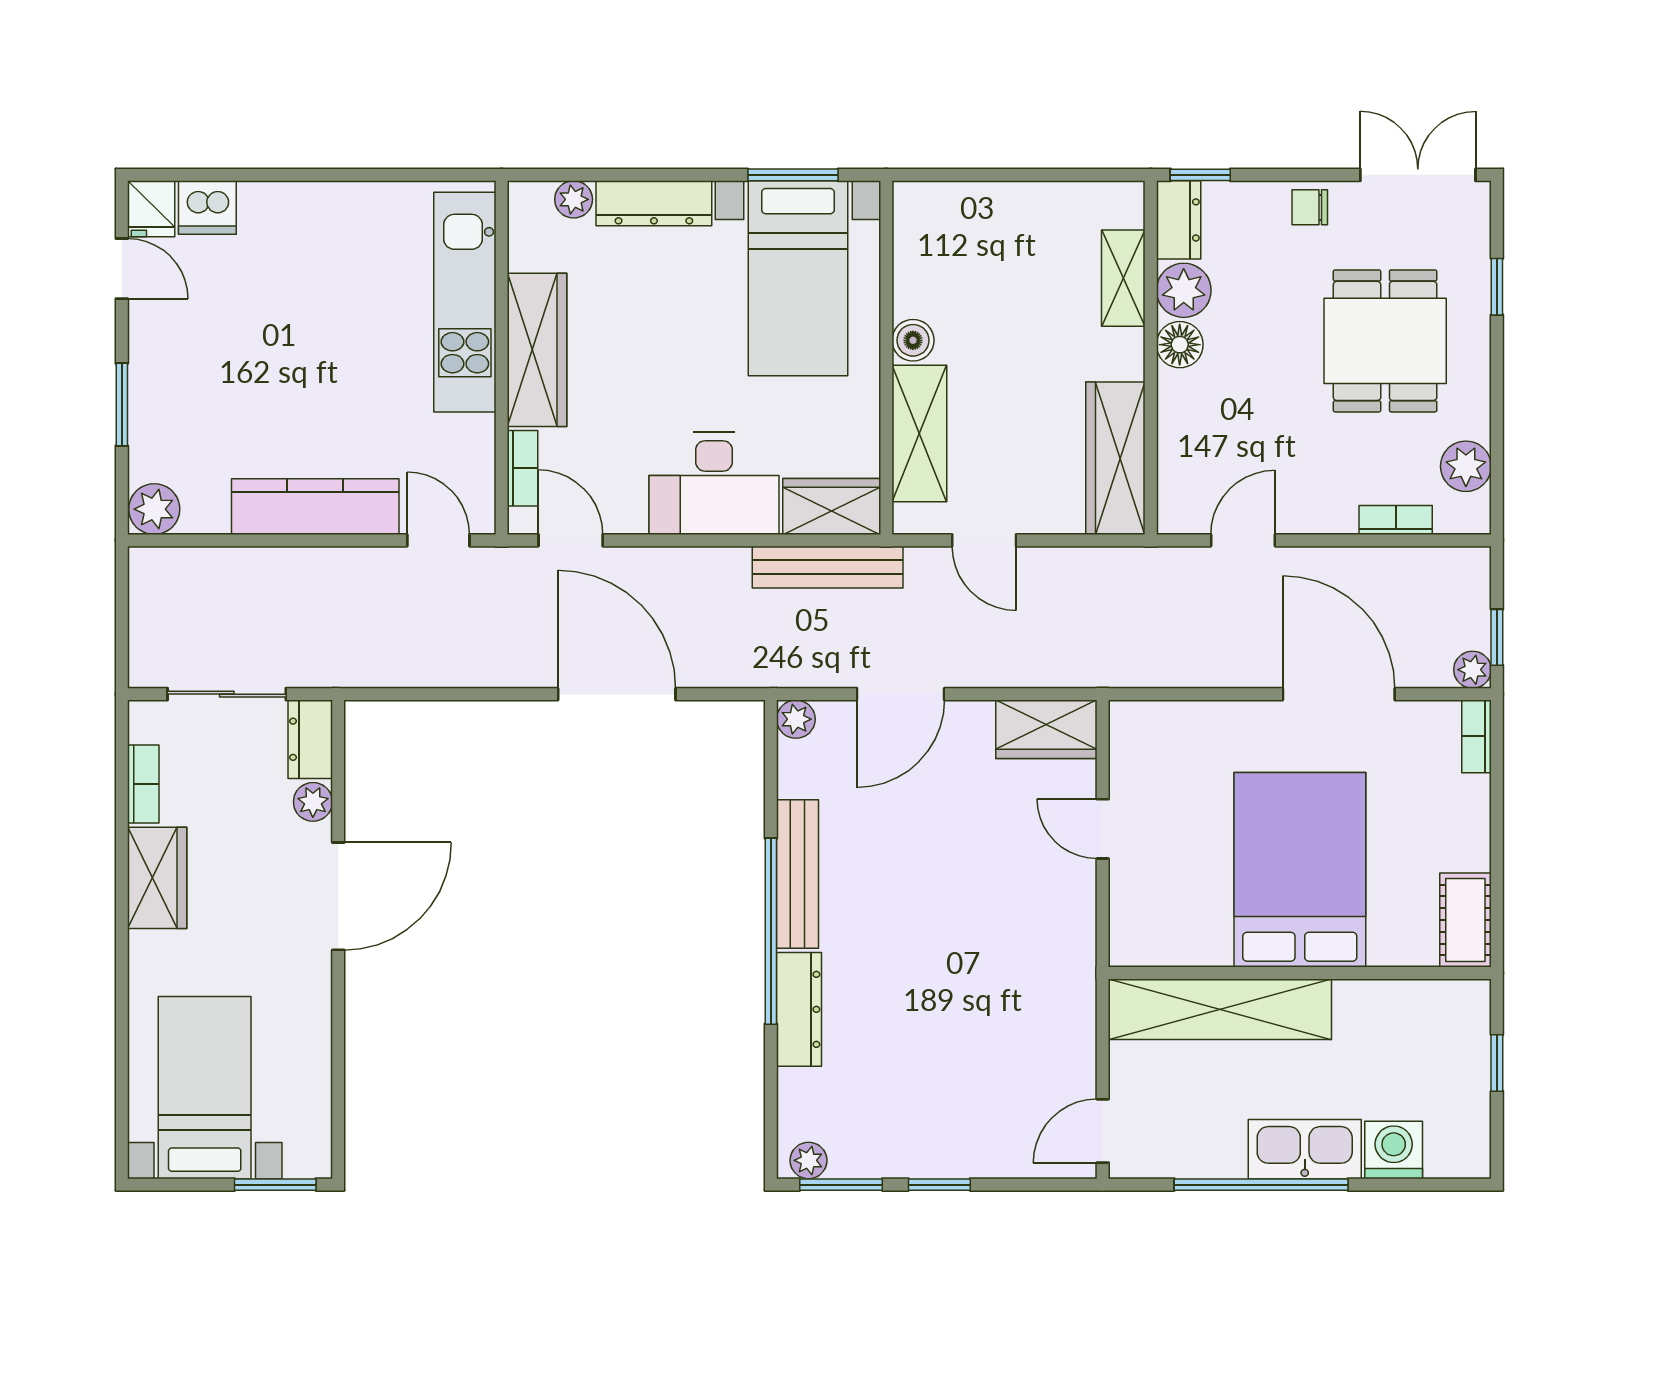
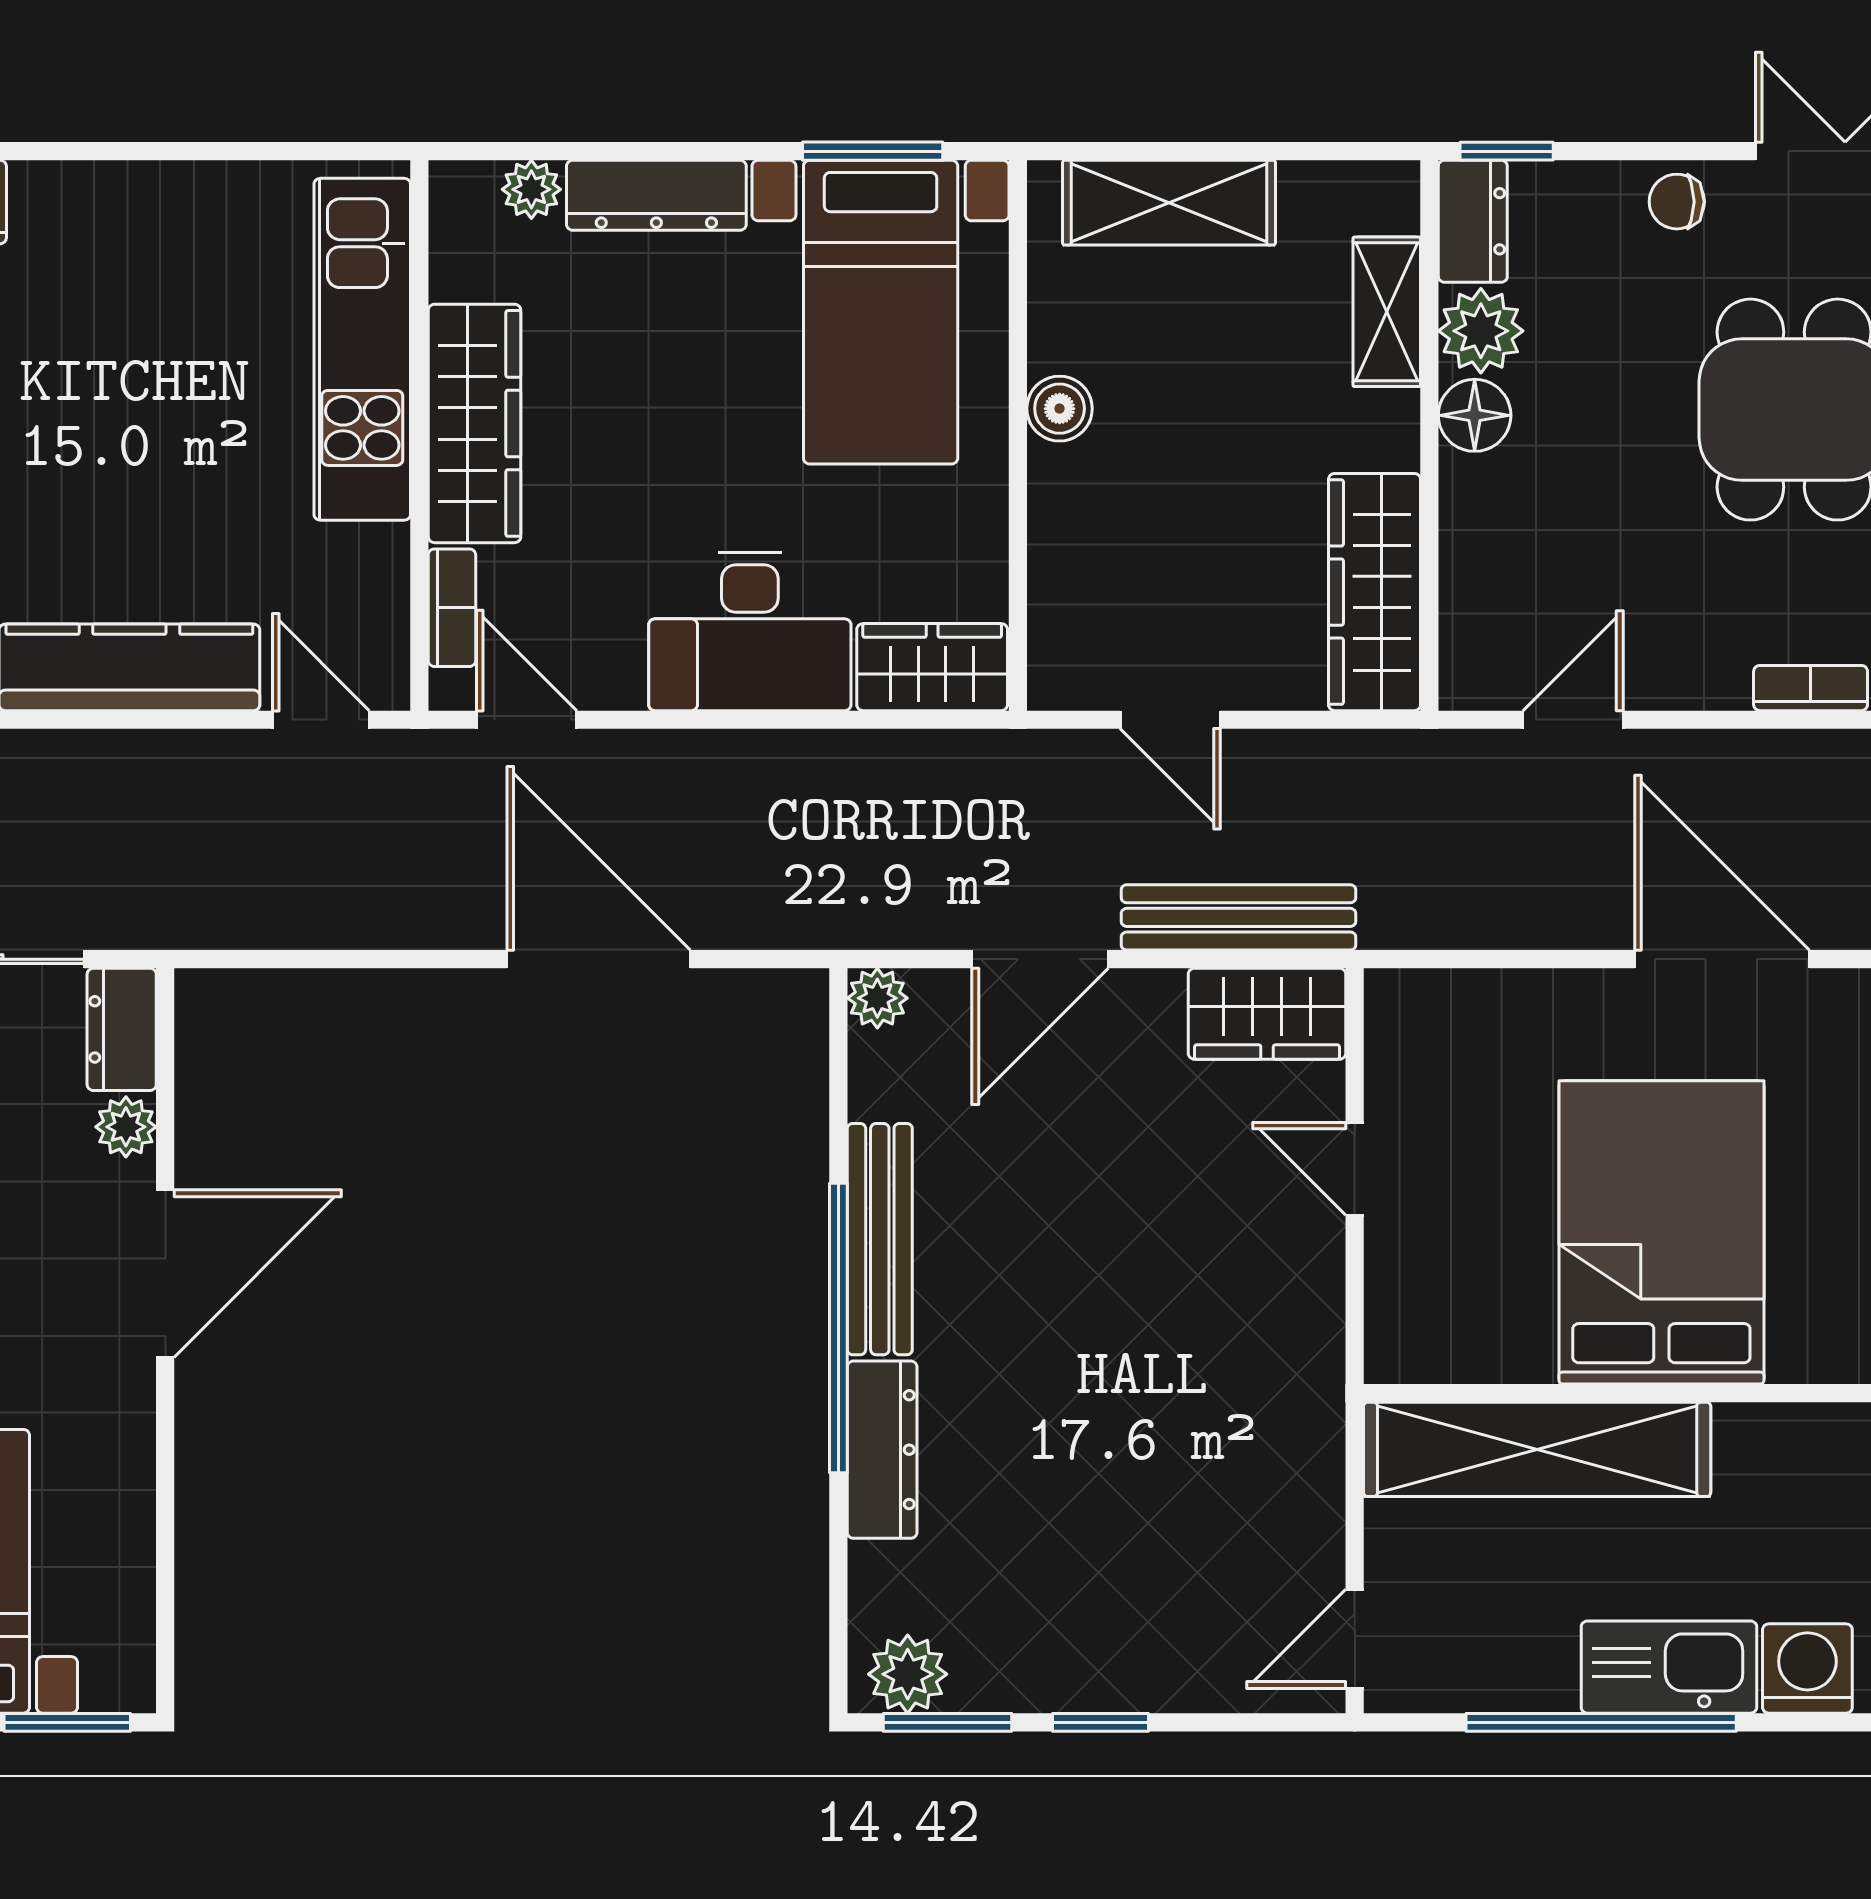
shelving: (919, 433) -> (1169, 203), moved, turned 90
bench: (828, 567) -> (1239, 917), moved
plant: (809, 1160) -> (908, 1674), width x1.38, depth x1.38

